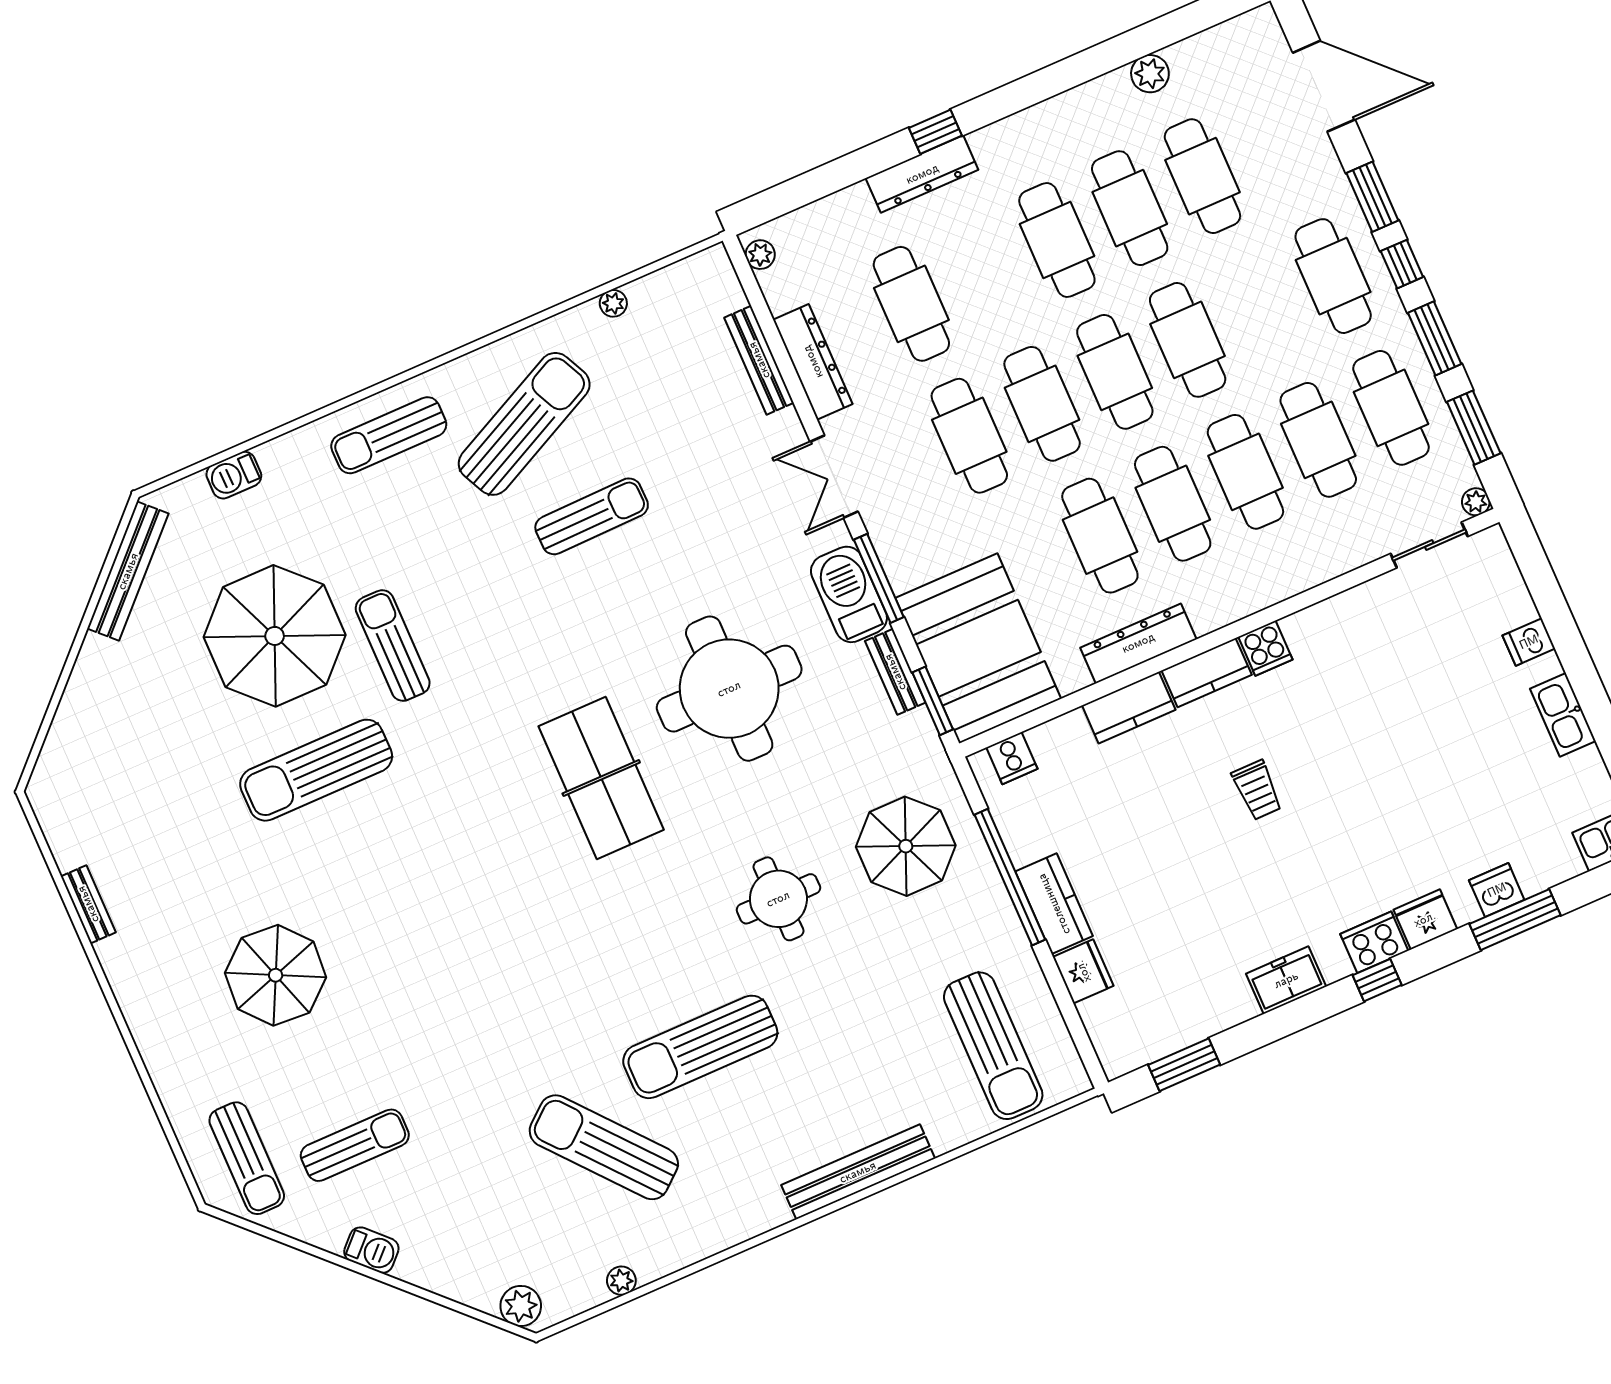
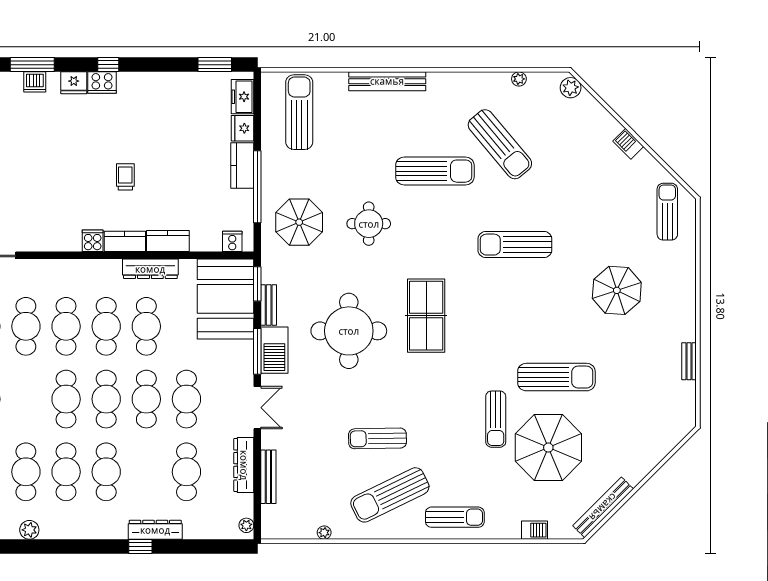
freezer: (1286, 980) -> (242, 97), moved, turned 90
sun lounger: (355, 1145) -> (515, 245), moved, width x1.36, depth x1.34

